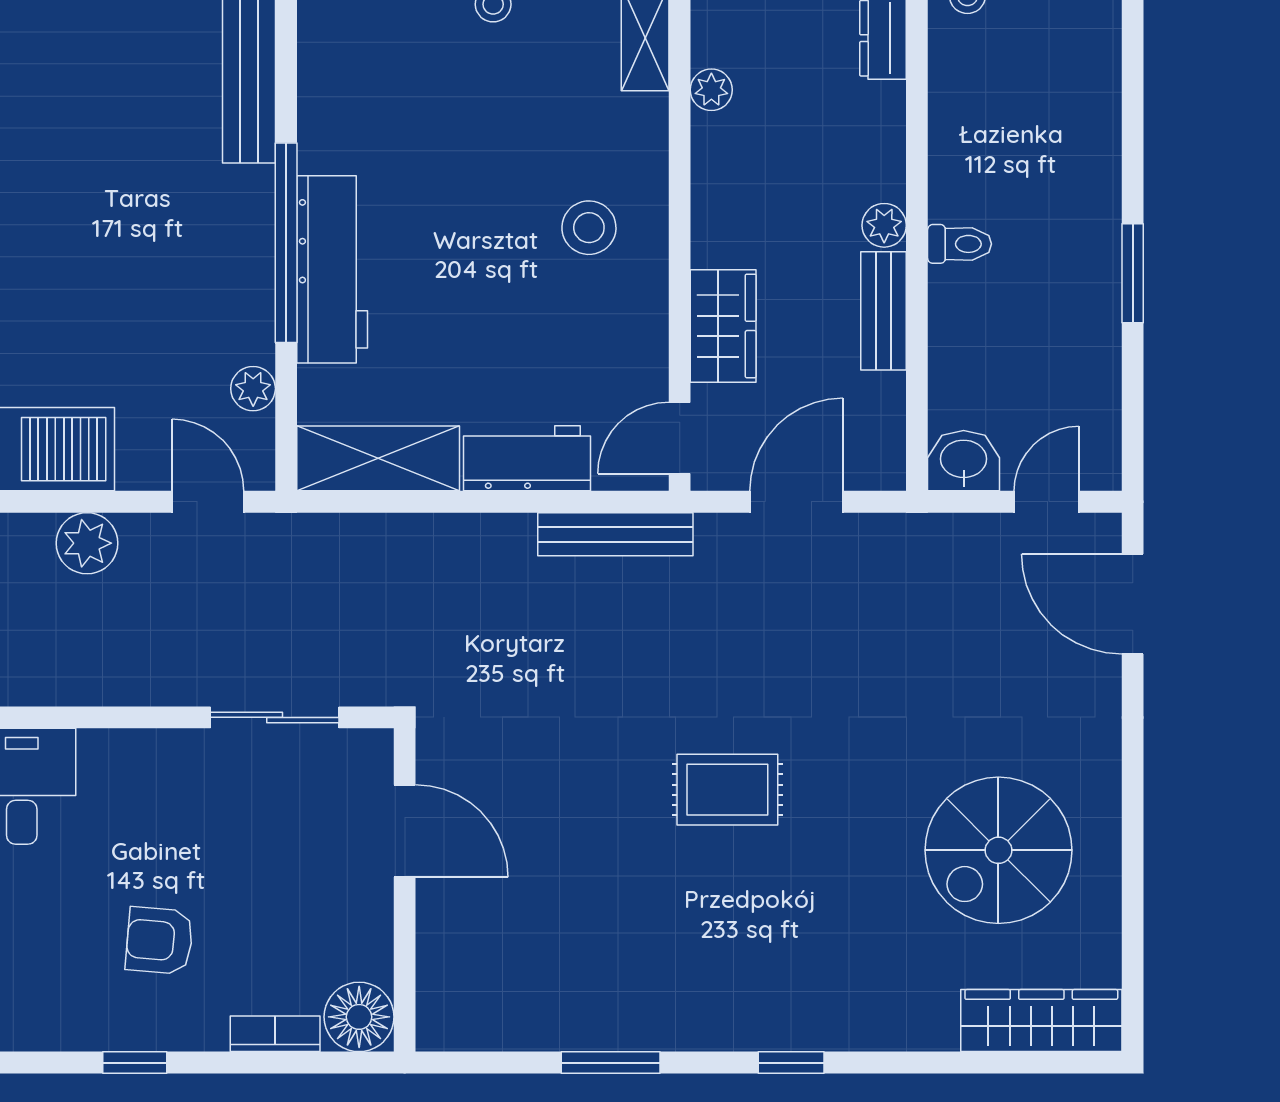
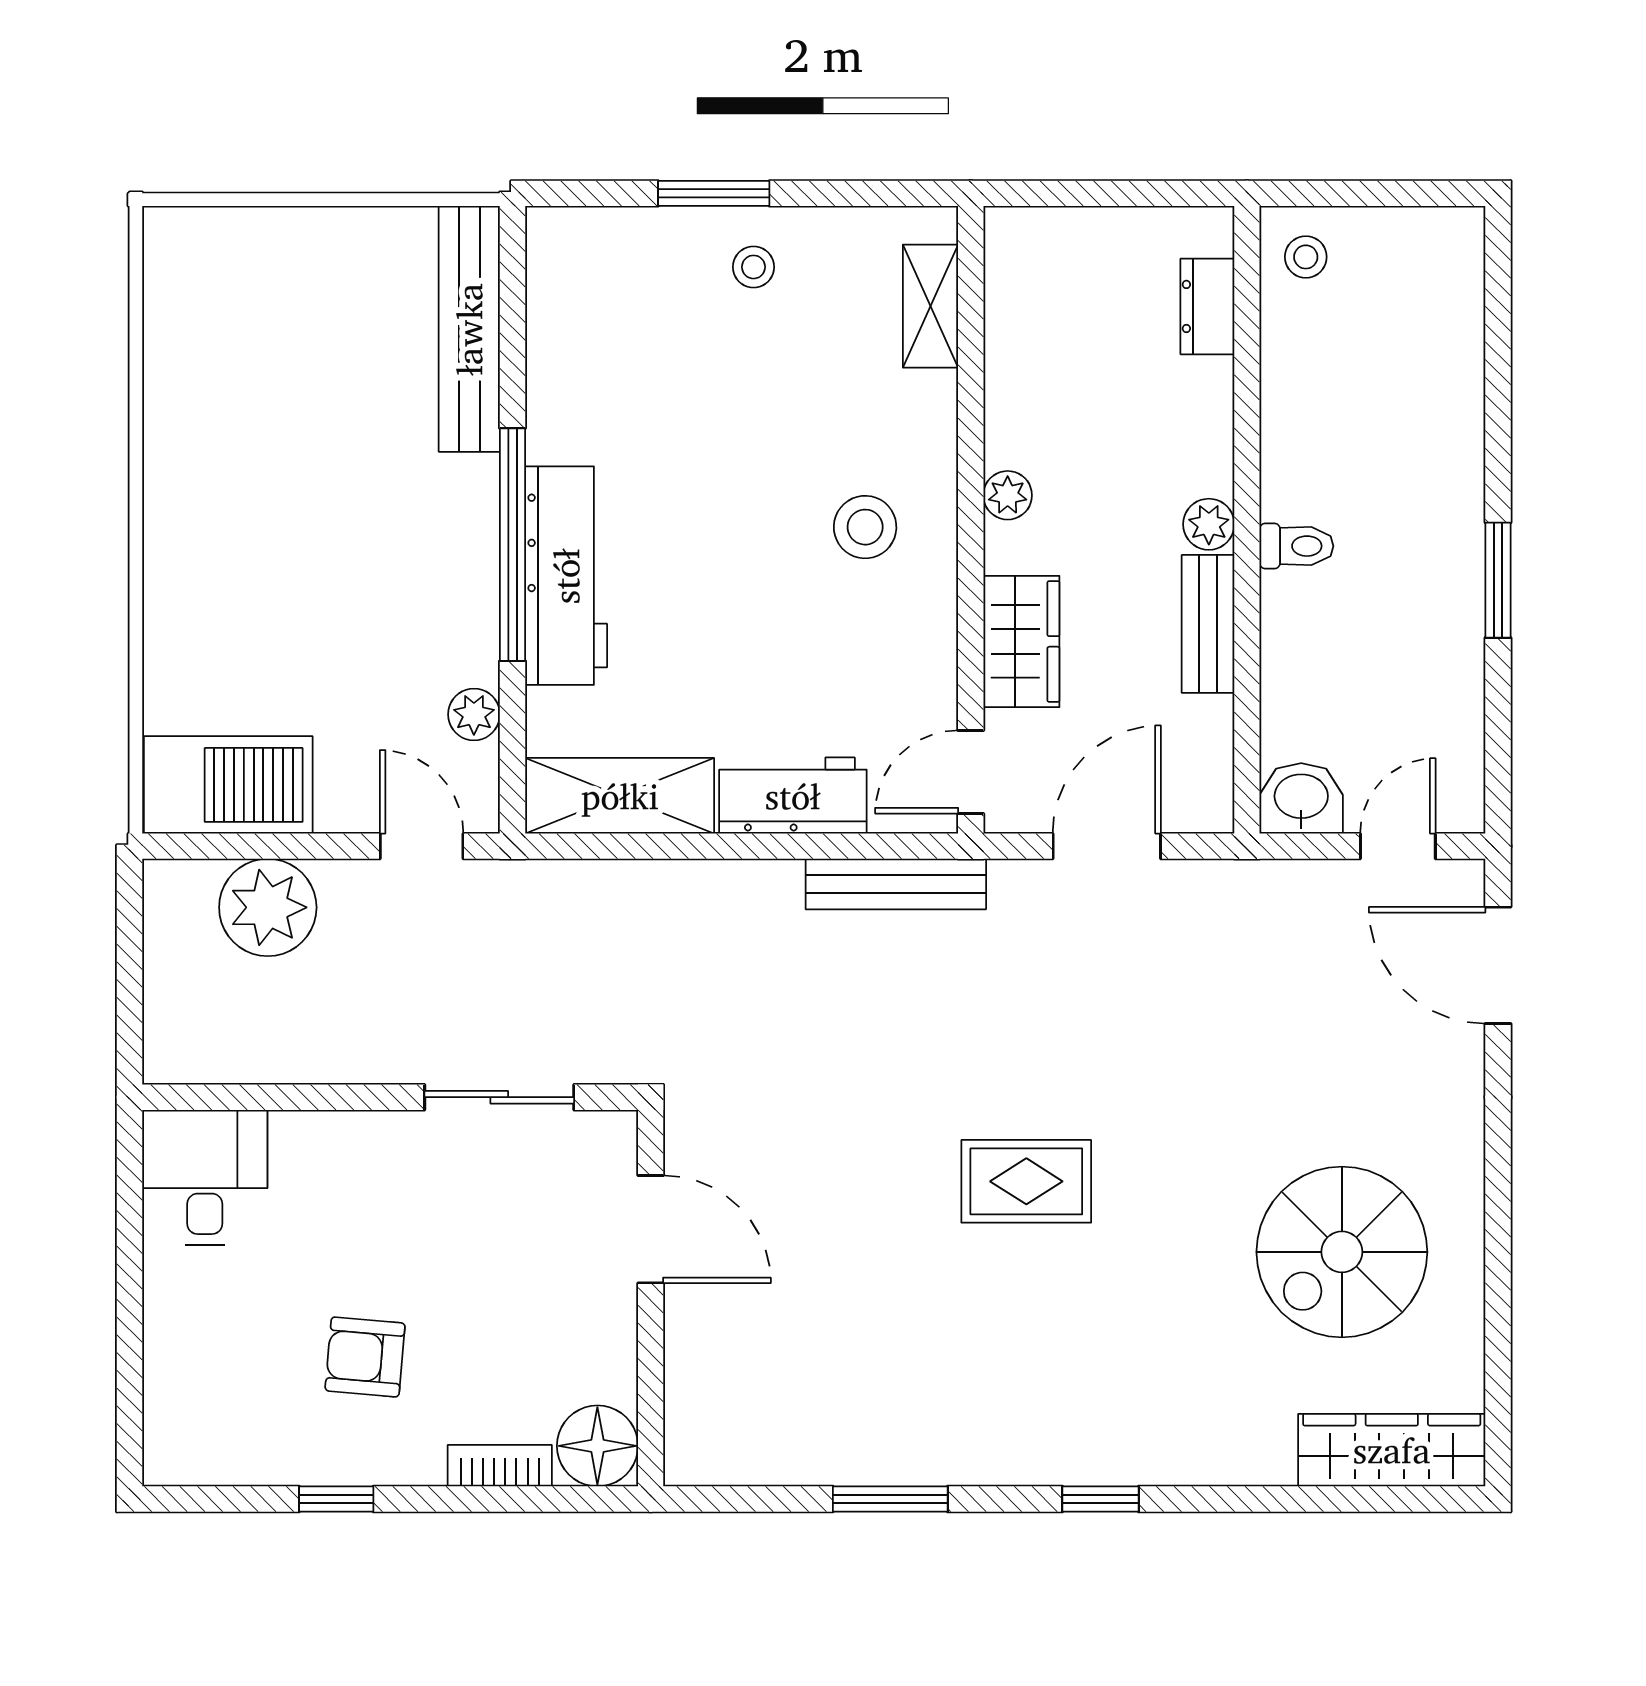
plant: (711, 90) -> (1008, 495), moved
plant: (87, 543) -> (268, 907), width x1.36, depth x1.36

